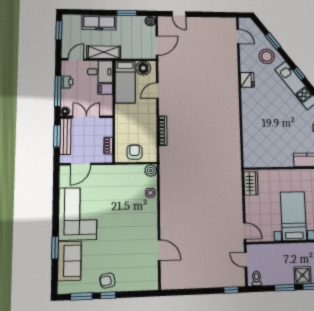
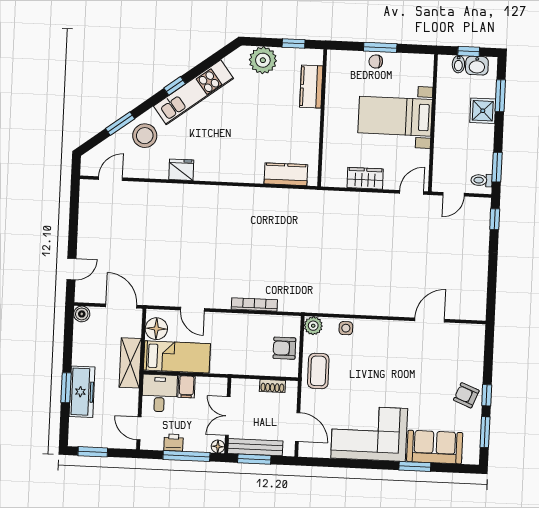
window: (127, 13) -> (66, 388), moved
shelving: (104, 52) -> (130, 363), moved
kitchen counter: (250, 147) -> (286, 174), added
coffee table: (120, 176) -> (318, 371), added
wardrobe: (251, 183) -> (365, 178), moved
armchair: (107, 281) -> (466, 395), turned 122
window: (285, 288) -> (497, 167), moved

